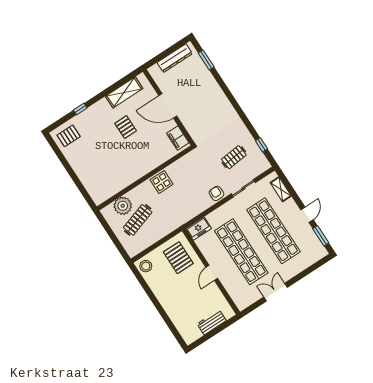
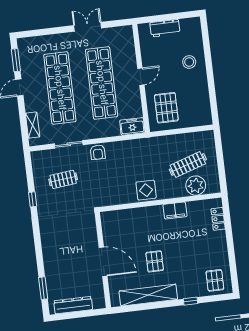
shelving: (124, 92) -> (148, 295), width x1.47
pallet: (69, 136) -> (215, 280), turned 90
filing cabinet: (178, 138) -> (175, 211), moved, turned 90
window: (261, 145) -> (33, 199), moved
locker: (91, 188) -> (218, 219), added
stool: (146, 266) -> (189, 62), moved
double door: (276, 292) -> (88, 27), swing flipped

